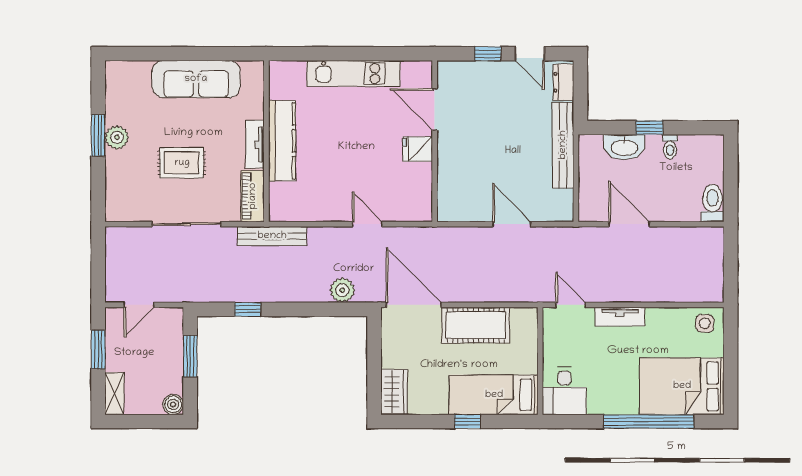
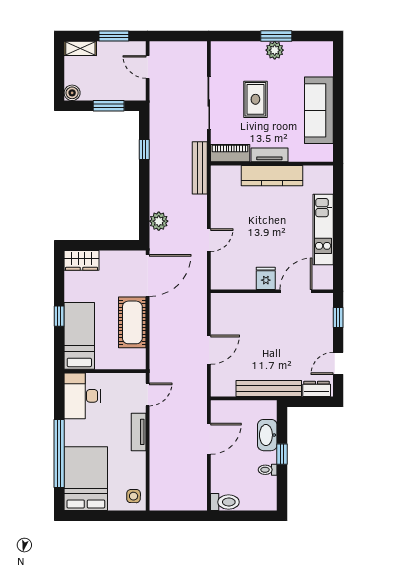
window: (488, 54) -> (338, 318), moved
desk: (564, 391) -> (82, 396), width x1.37

